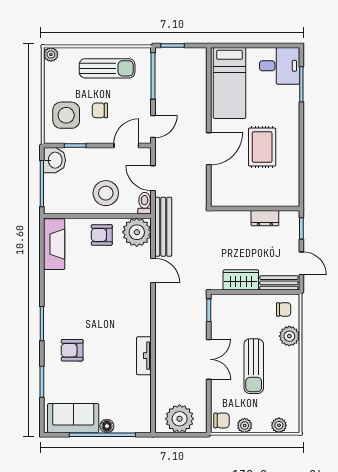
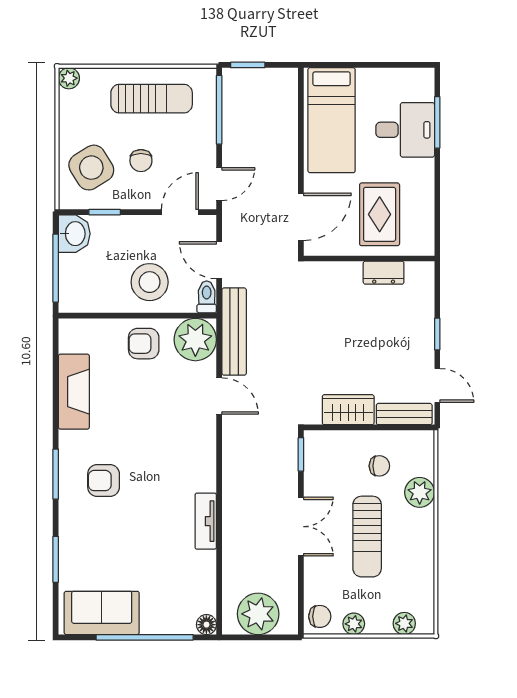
desk: (280, 66) -> (405, 130), moved
chair: (100, 110) -> (141, 161), turned -90
side table: (66, 115) -> (91, 168), turned -32
wall: (255, 209) -> (369, 258), moved
dresser: (265, 218) -> (384, 273), moved
fireplace: (54, 244) -> (74, 392), moved
chair: (284, 309) -> (379, 466), moved
armchair: (72, 350) -> (104, 481), moved
floor lamp: (107, 426) -> (206, 625), moved

